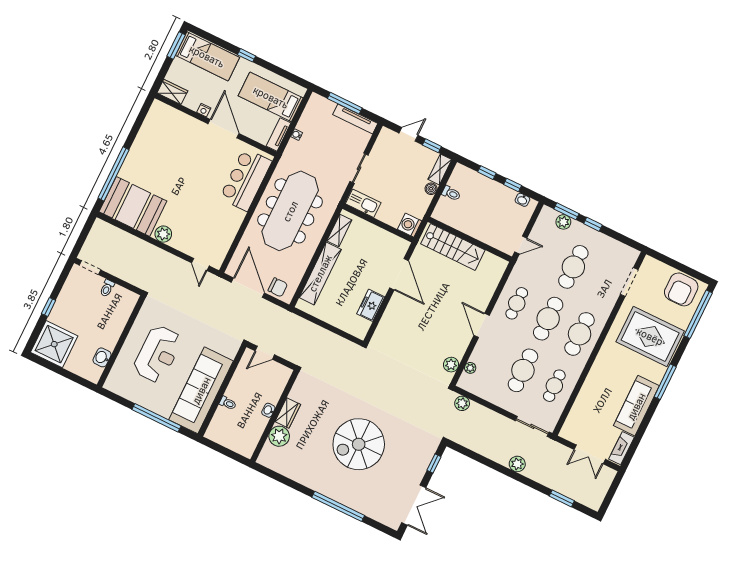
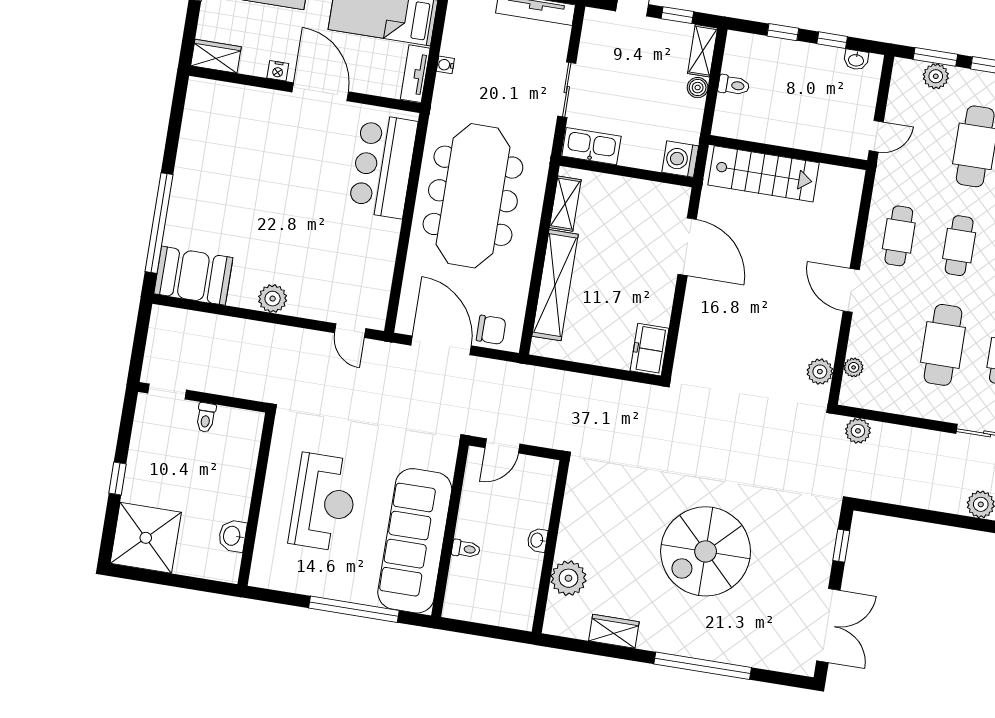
booth: (133, 206) -> (193, 276), width x0.73, depth x0.70
freezer: (371, 305) -> (650, 350), moved
cafe table: (548, 319) -> (959, 246), width x0.73, depth x0.74
wardrobe: (288, 413) -> (614, 631), moved, turned -90

